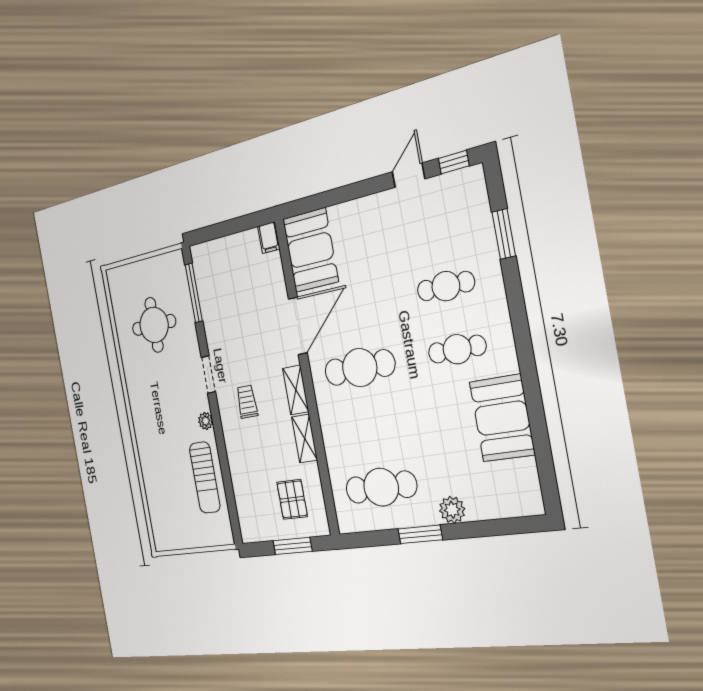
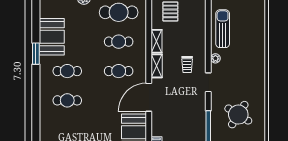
window: (504, 234) -> (36, 54), moved
round table: (154, 325) -> (238, 115), turned 32
cafe table: (360, 368) -> (119, 71), width x0.73, depth x0.74
cafe table: (370, 427) -> (119, 42), added

